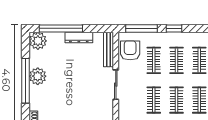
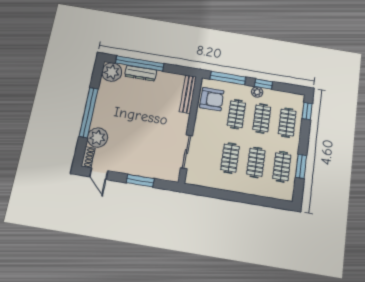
dresser: (79, 37) -> (141, 73), moved
plant: (169, 37) -> (257, 92), added
armchair: (130, 50) -> (212, 99), turned 90
plant: (38, 76) -> (97, 138), moved
sliding door: (116, 85) -> (187, 152), moved

